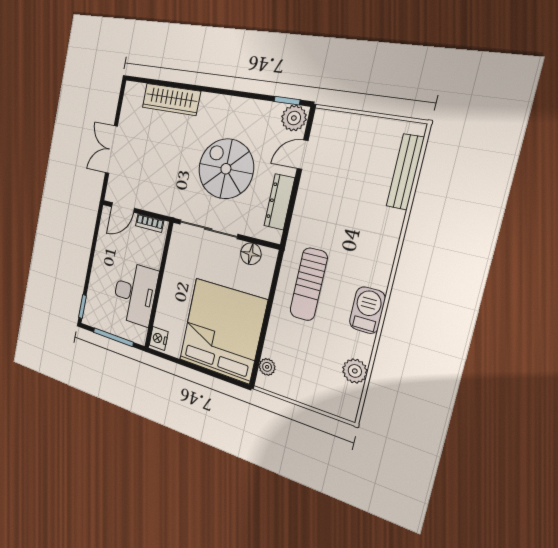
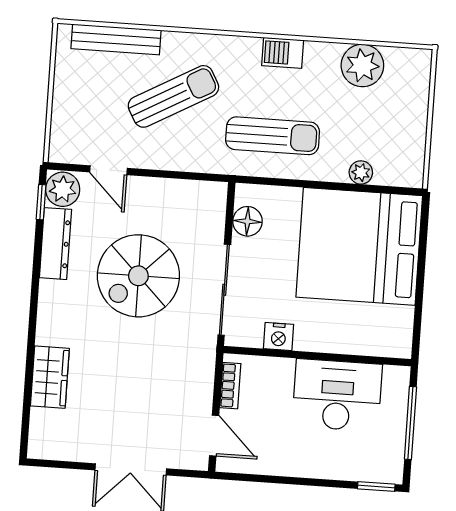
wardrobe: (171, 99) -> (50, 377), width x0.67
dresser: (279, 202) -> (55, 244), moved, turned -90
sun lounger: (351, 212) -> (173, 96), added
barbecue: (367, 310) -> (283, 53), width x0.73, depth x0.79
nightstand: (159, 338) -> (278, 337), moved
plant: (267, 367) -> (361, 172), moved
plant: (355, 371) -> (362, 66), width x1.36, depth x1.36

